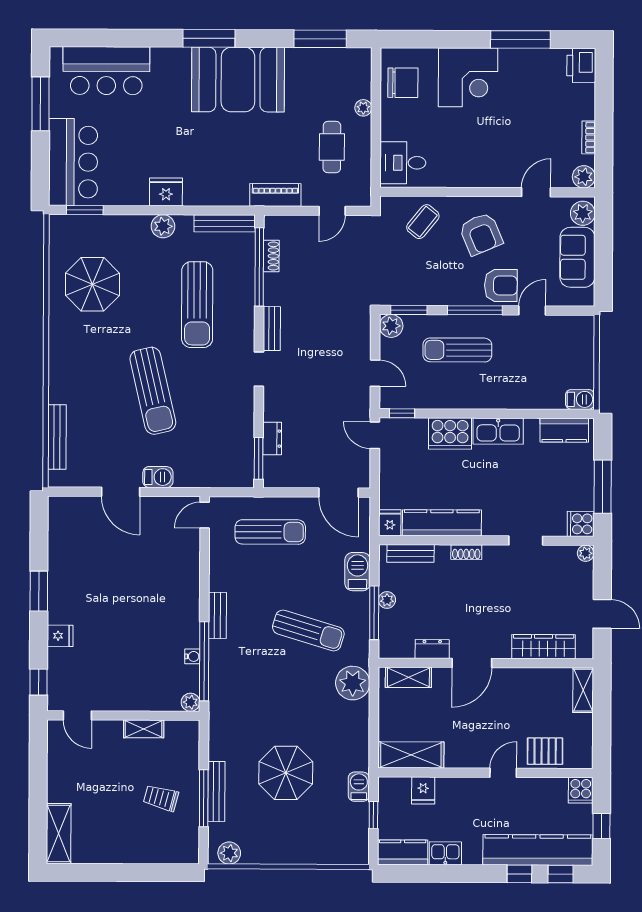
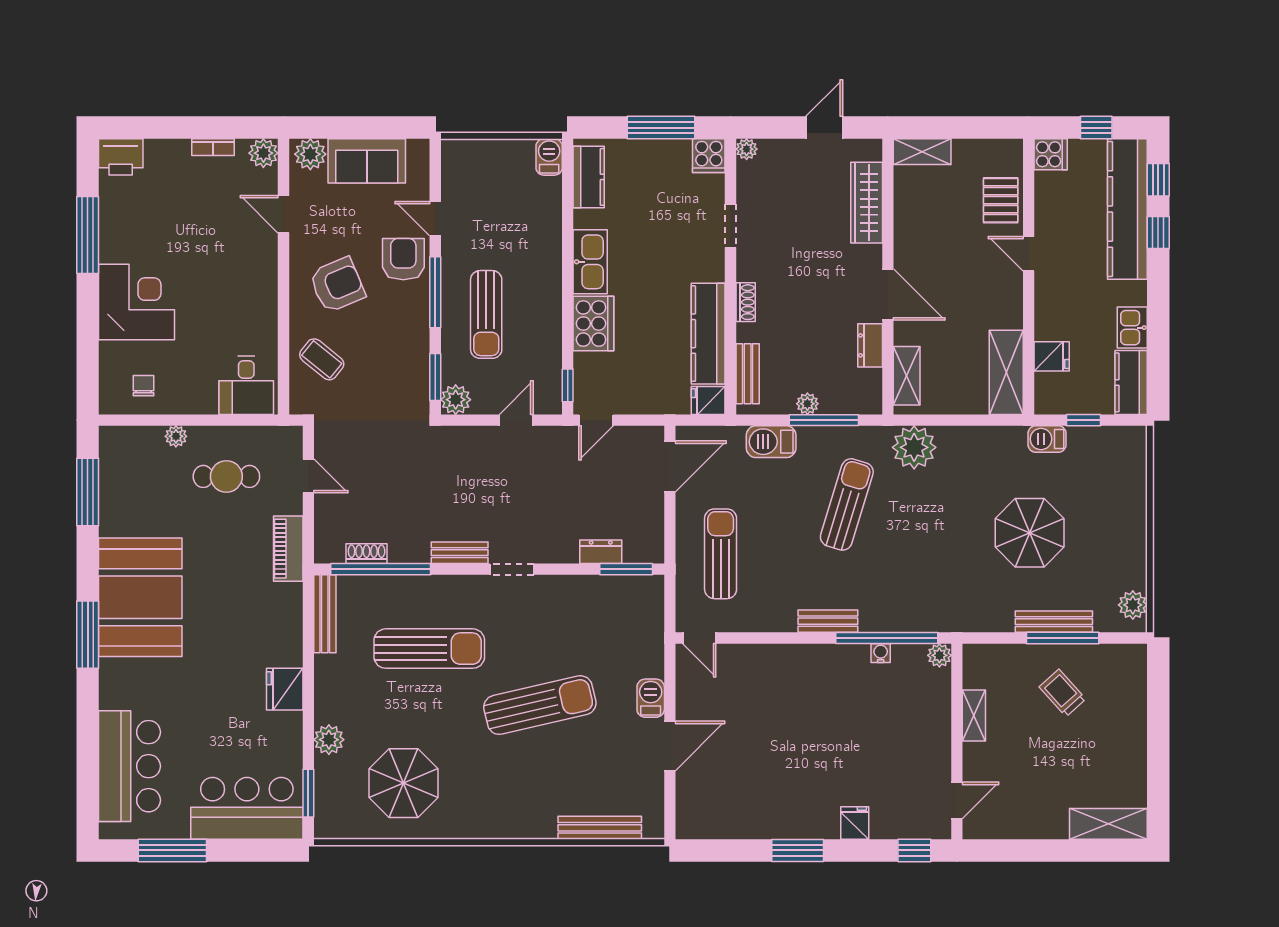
chair: (403, 83) -> (144, 386), width x0.54, depth x0.54
plant: (163, 226) -> (329, 740), moved
trolley: (161, 798) -> (1062, 693), turned 123

